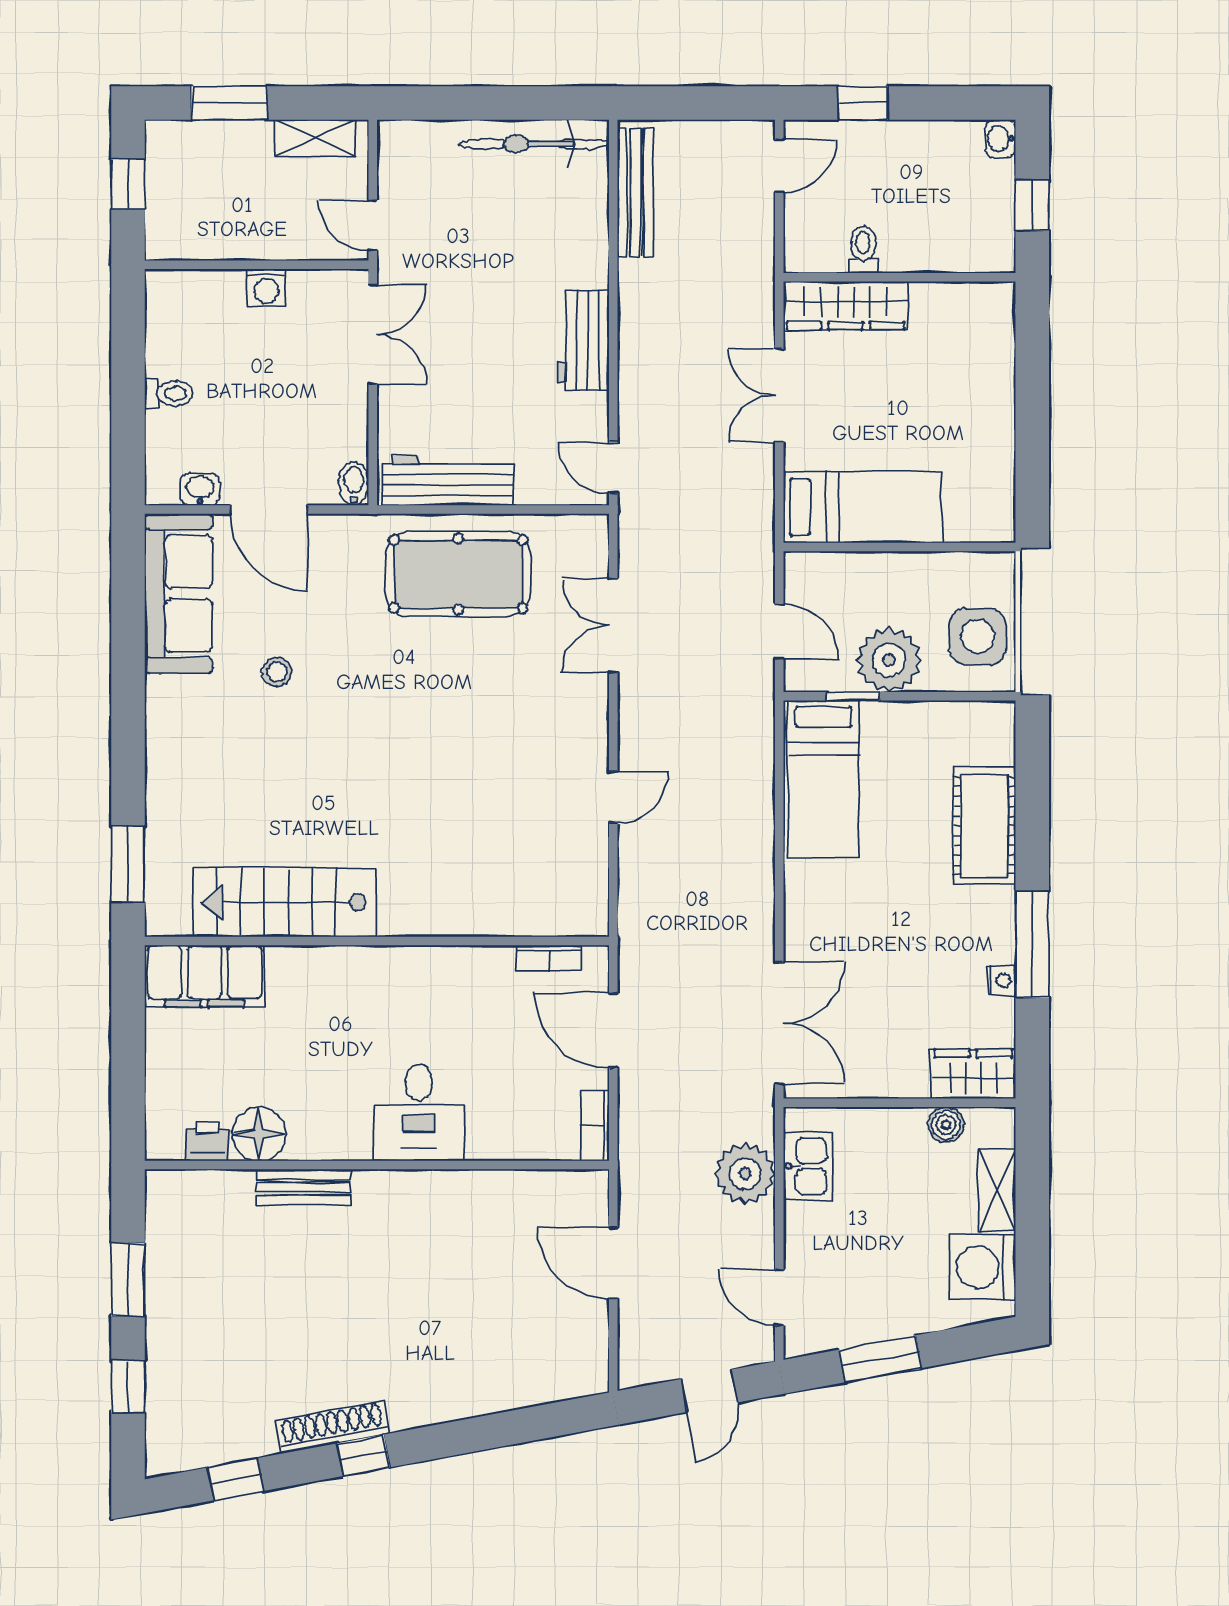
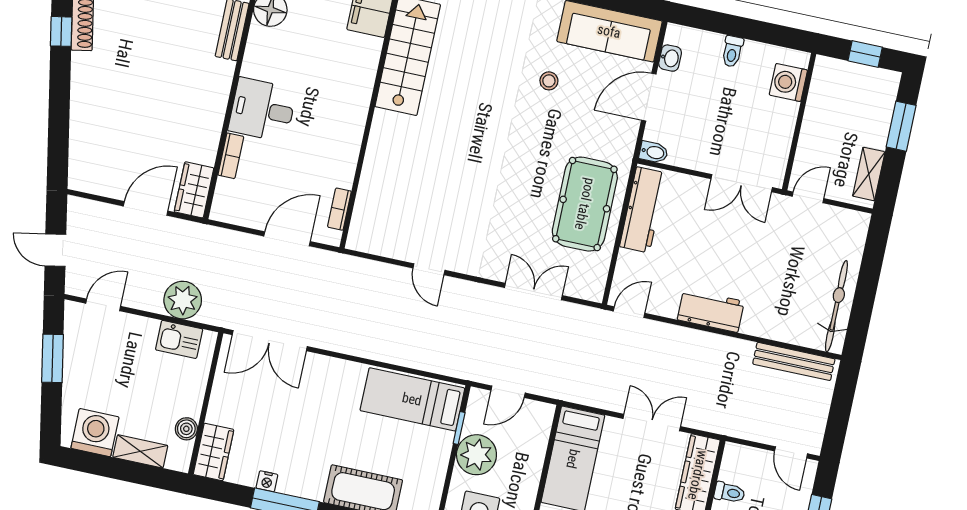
washing machine: (266, 288) -> (788, 82), moved, width x1.38, depth x1.38
bookcase: (595, 1126) -> (231, 156), moved, turned 90
wardrobe: (568, 1193) -> (194, 190), added

